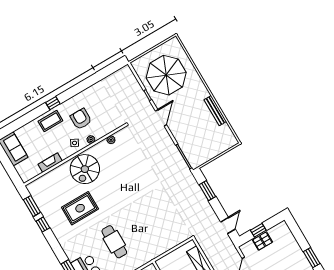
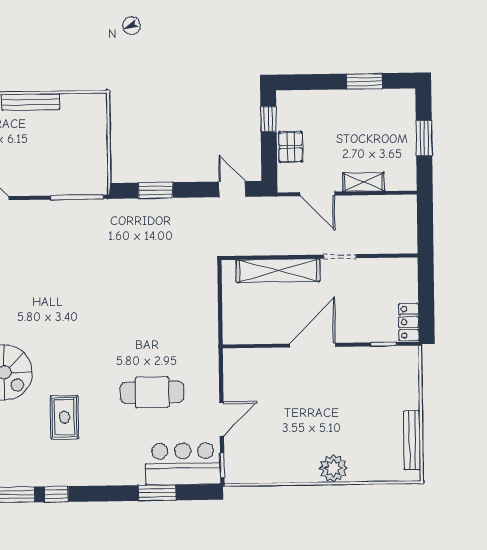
rug: (80, 208) -> (64, 417), width x0.73, depth x0.70
window: (258, 230) -> (268, 119), moved

